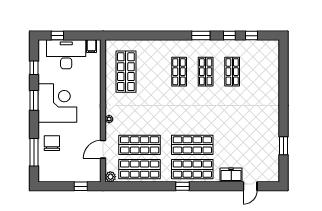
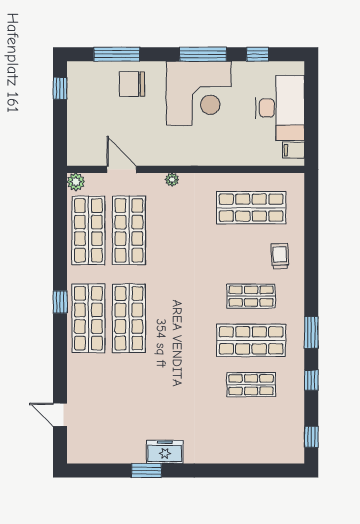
window: (57, 36) -> (311, 93), removed
window: (252, 36) -> (311, 437), moved
trolley: (155, 54) -> (280, 256), added
shop shelf: (206, 72) -> (251, 340), width x1.43, depth x1.36
window: (34, 100) -> (203, 54), width x1.44
chair: (52, 143) -> (132, 84), turned 180
window: (284, 146) -> (146, 471), moved
freezer: (231, 175) -> (165, 452), moved, turned -90
window: (81, 186) -> (60, 88), moved

